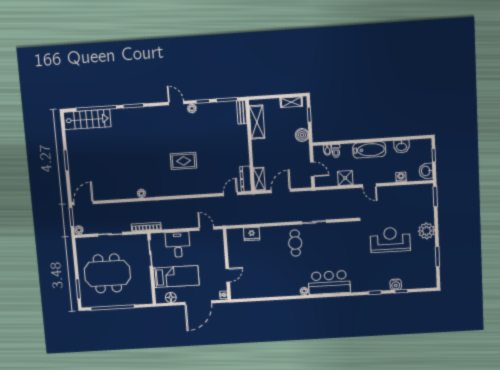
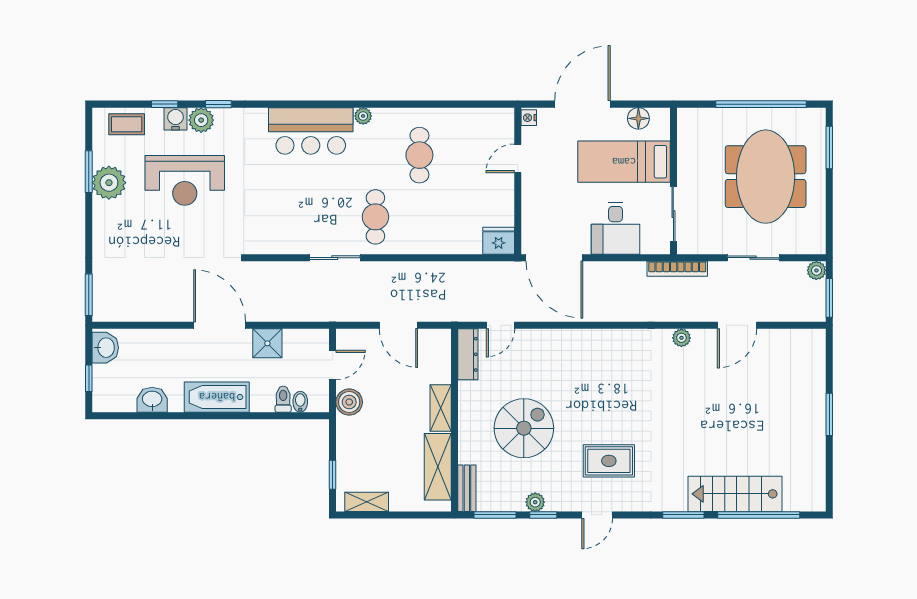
door: (176, 103) -> (597, 515), hinge flipped
plant: (192, 108) -> (535, 502), moved
stairs: (87, 119) -> (735, 494), moved
boiler: (302, 135) -> (349, 402), moved
spiral stairs: (215, 144) -> (524, 428), added
rug: (183, 161) -> (609, 461), moved
door: (312, 169) -> (333, 365), swing flipped
washing machine: (401, 177) -> (156, 339), removed
shelving: (259, 179) -> (441, 408), moved
door: (369, 185) -> (220, 325), width x1.88
door: (281, 191) -> (398, 325), hinge flipped
door: (84, 203) -> (737, 325), moved
door: (206, 229) -> (554, 258), width x1.88
plant: (426, 231) -> (109, 183), moved
fridge: (252, 234) -> (499, 241), moved
reception desk: (390, 240) -> (185, 180), moved
meeting table: (107, 273) -> (766, 177), turned 90
cafe table: (276, 274) -> (419, 155), added
coffee table: (420, 281) -> (127, 124), added
plant: (383, 285) -> (201, 120), added

